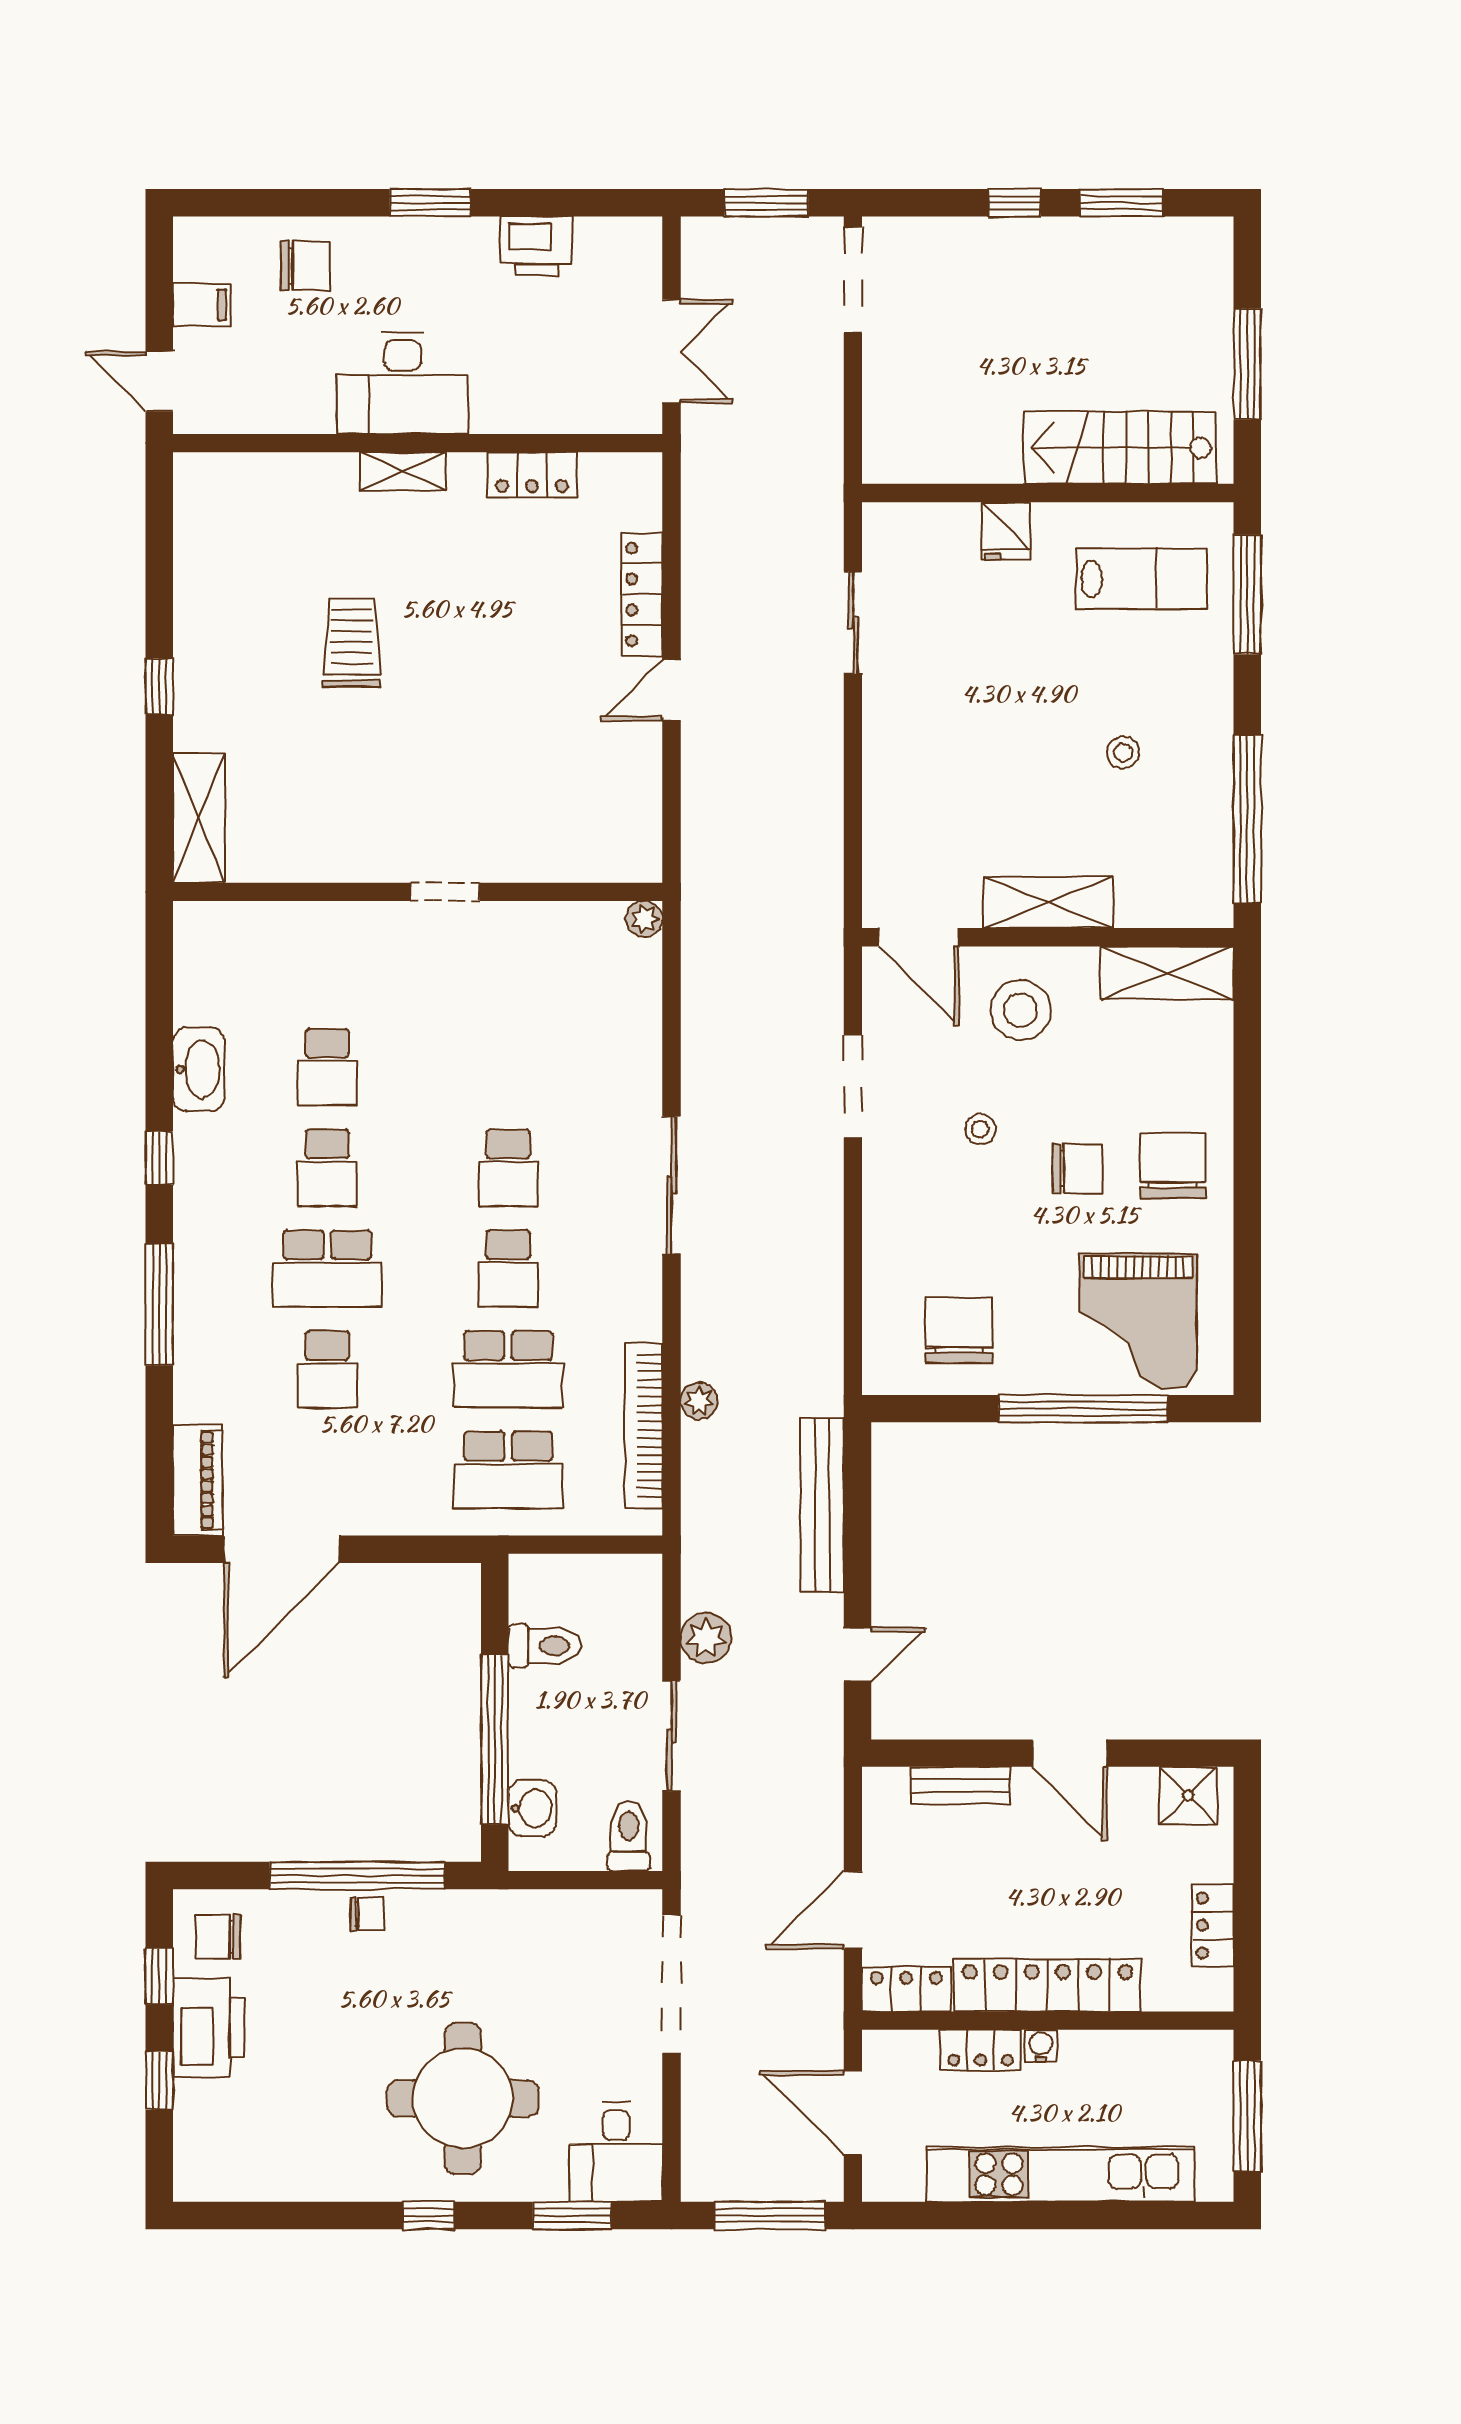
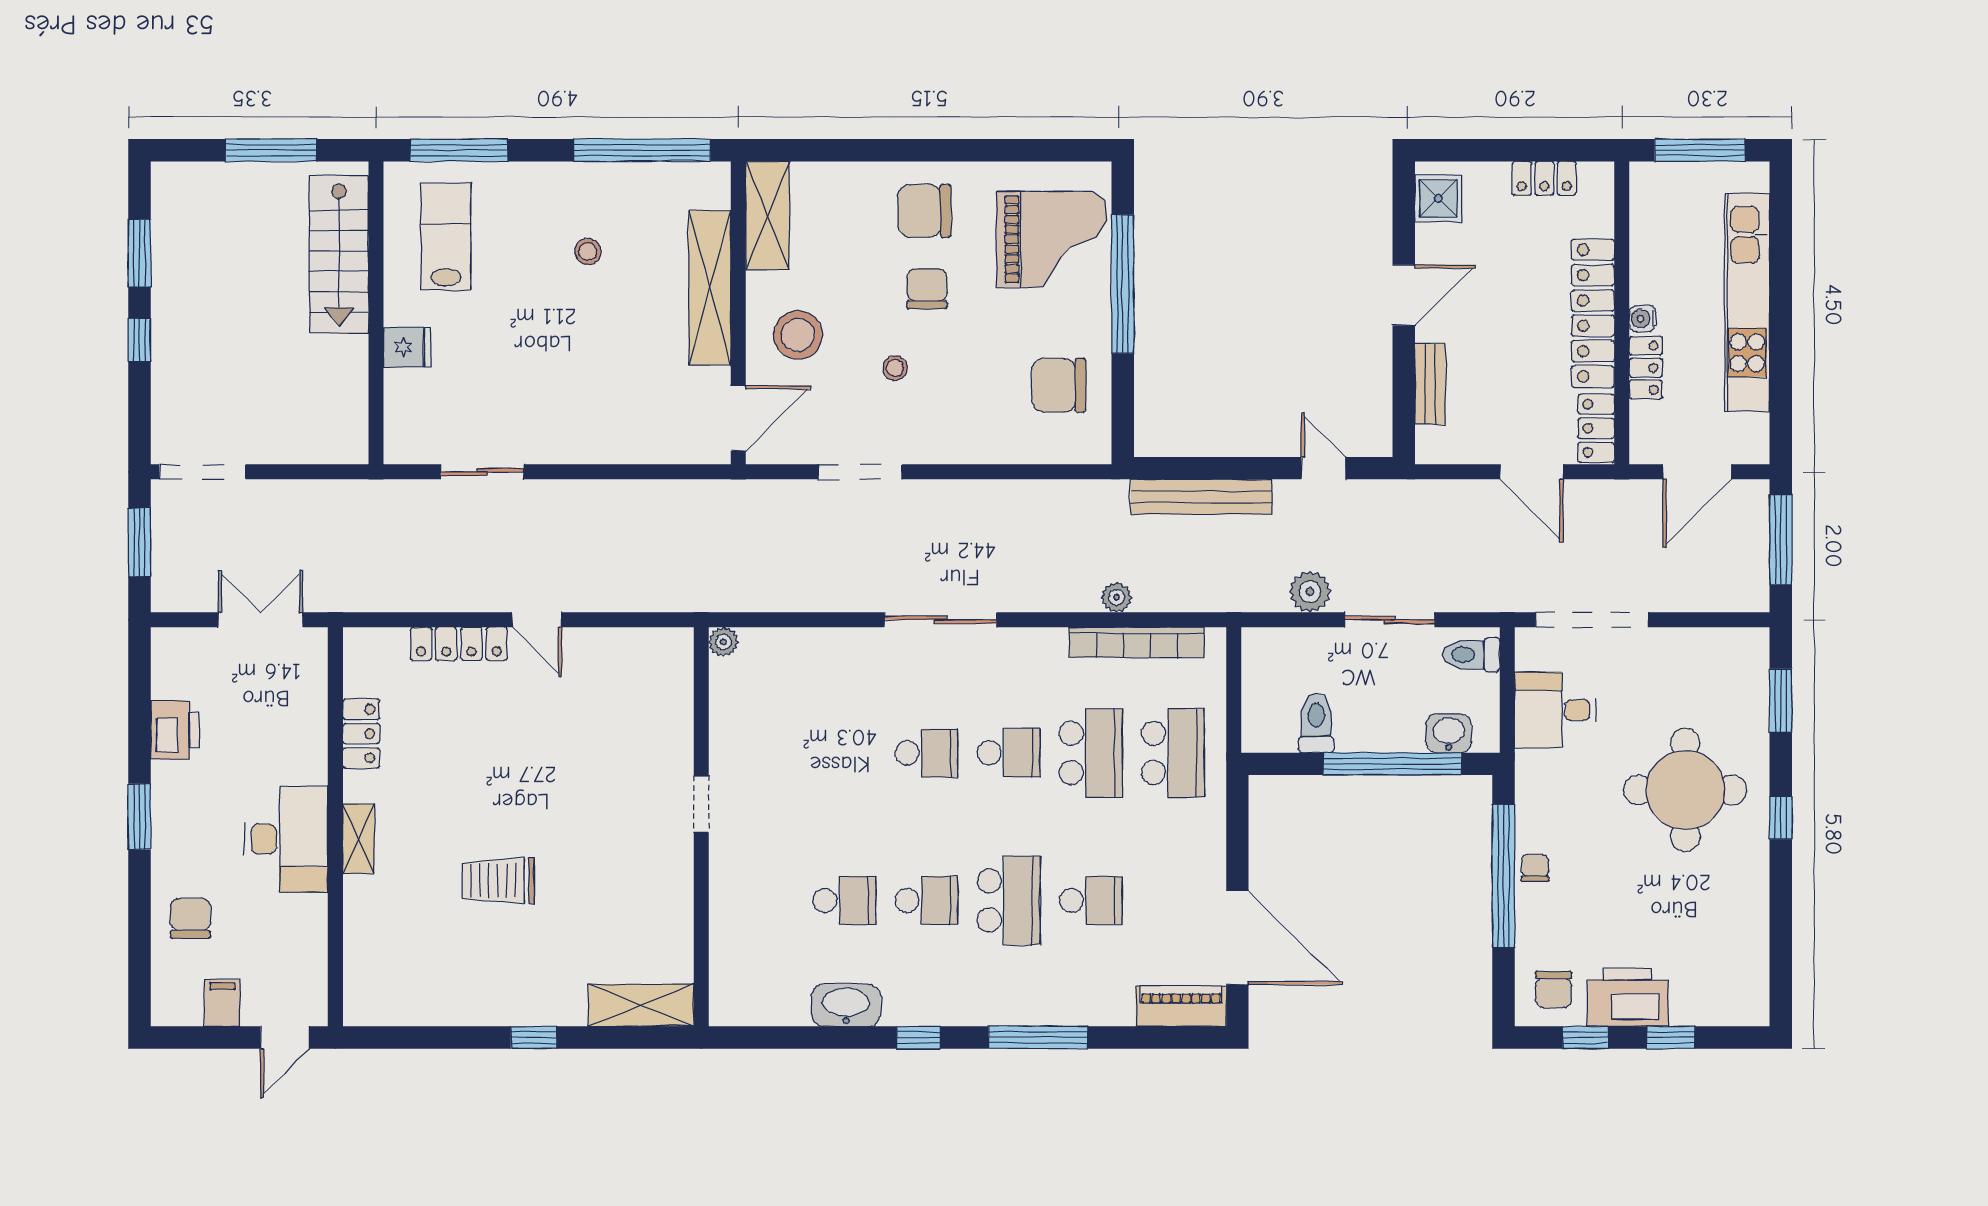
shelving: (1048, 902) -> (710, 288), width x1.47
desk: (616, 2152) -> (1555, 710), moved, turned 180

